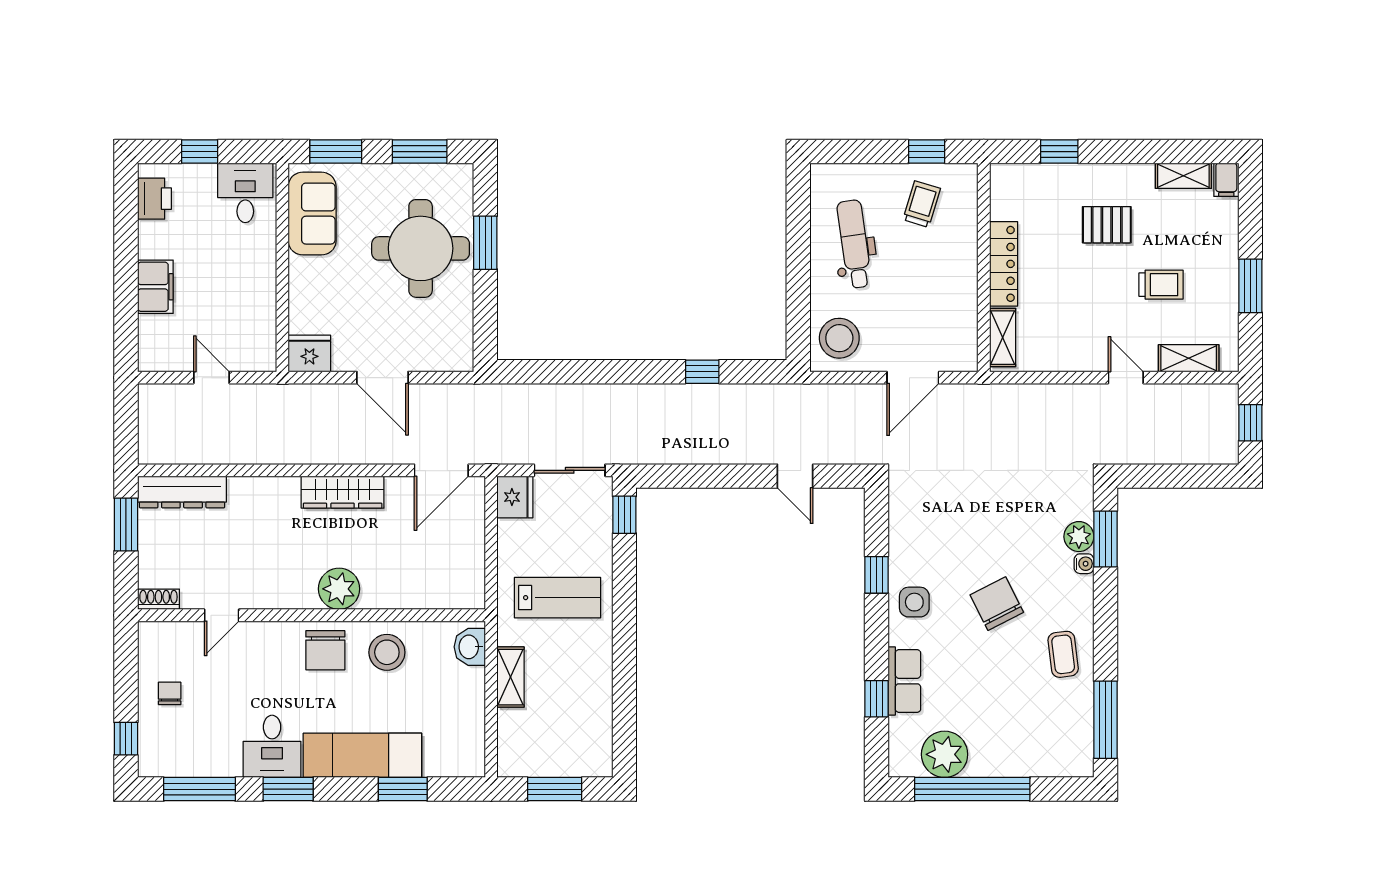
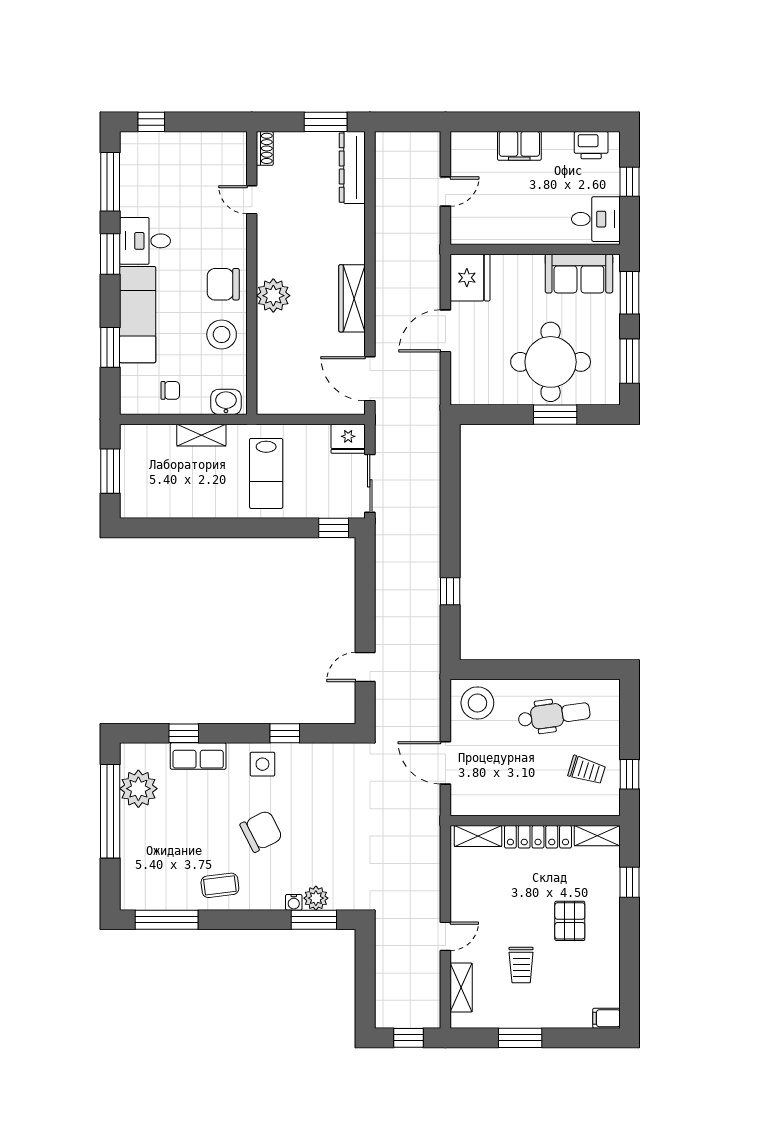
shelving: (1183, 176) -> (597, 836), moved, turned 90
fridge: (309, 353) -> (470, 278), width x1.36, depth x1.34
chair: (170, 693) -> (170, 390), moved

